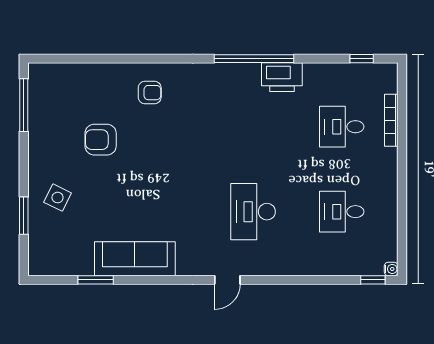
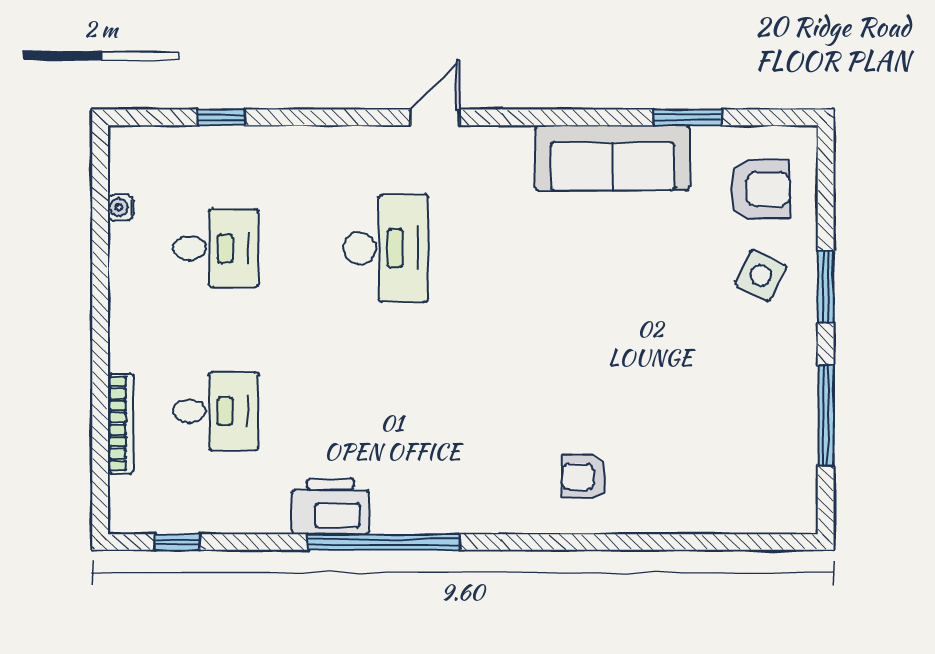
window: (24, 105) -> (826, 415), moved
armchair: (101, 140) -> (760, 189), moved
window: (24, 216) -> (826, 287), moved
water cooler: (391, 269) -> (121, 207), moved
window: (373, 280) -> (221, 117), moved

